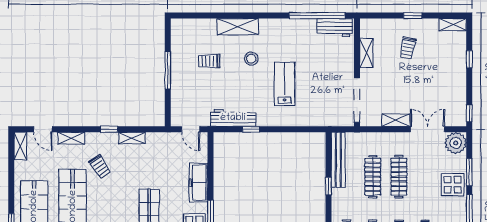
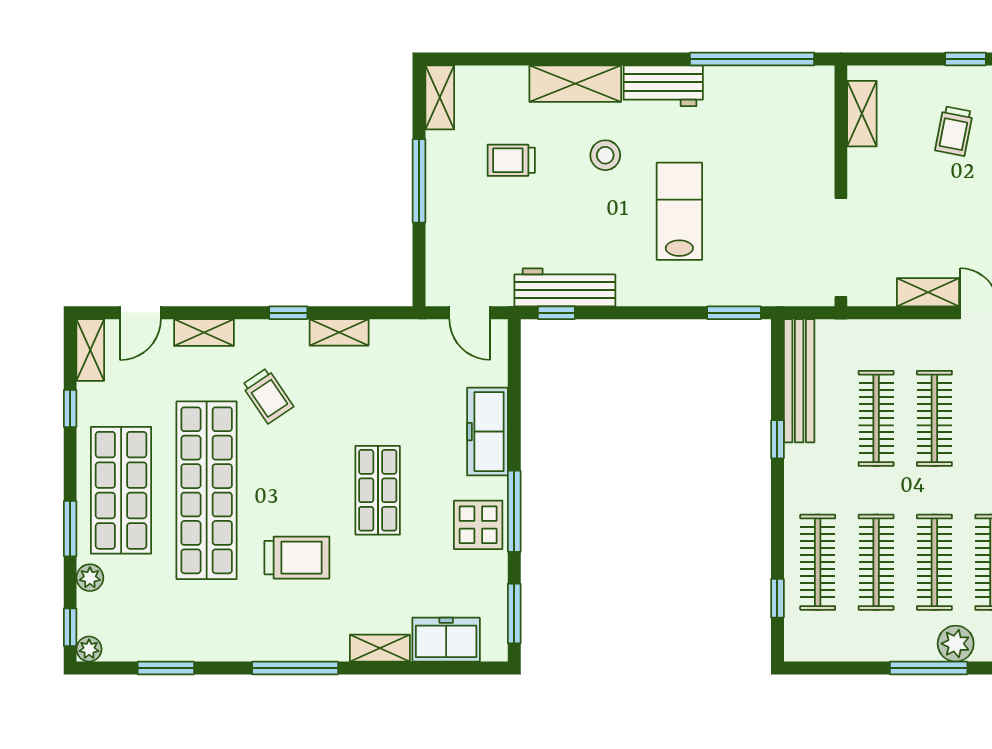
workbench: (335, 28) -> (663, 86), moved
shelving: (177, 33) -> (440, 97), added
shelving: (366, 53) -> (862, 114), moved
door: (43, 129) -> (140, 313), hinge flipped
window: (251, 129) -> (556, 313), moved
window: (309, 129) -> (734, 313), added
window: (11, 172) -> (70, 408), added

